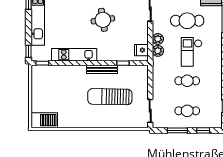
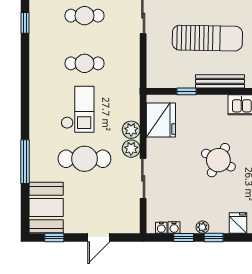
round table: (103, 20) -> (218, 160), turned 37
fridge: (141, 50) -> (161, 120), width x1.88, depth x1.34
plant: (158, 51) -> (131, 149), moved

